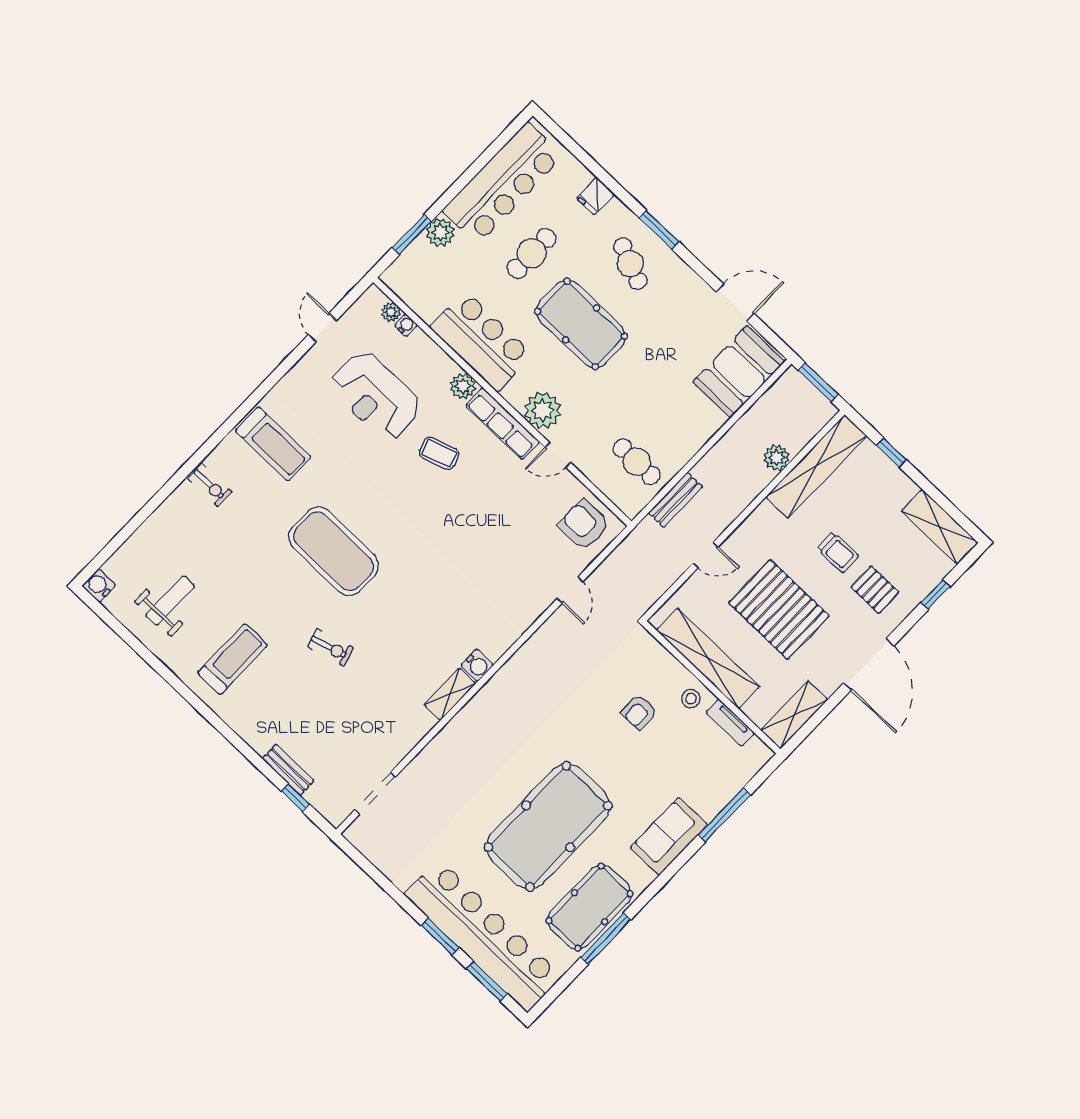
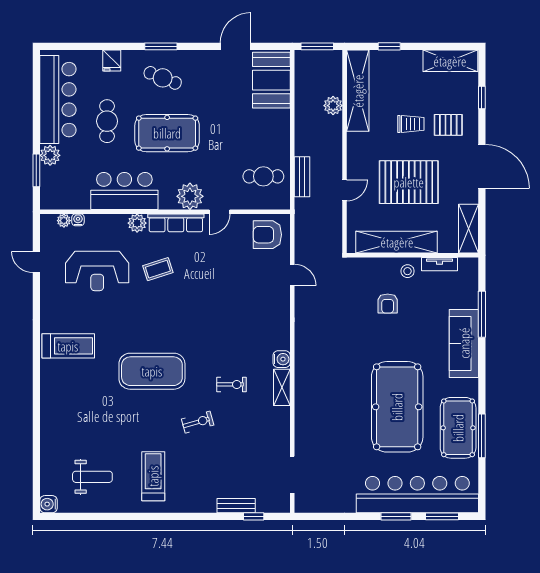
exercise bike: (210, 485) -> (231, 384), moved
weight bench: (170, 601) -> (92, 477), turned 90
sofa: (669, 836) -> (464, 343), width x1.36

